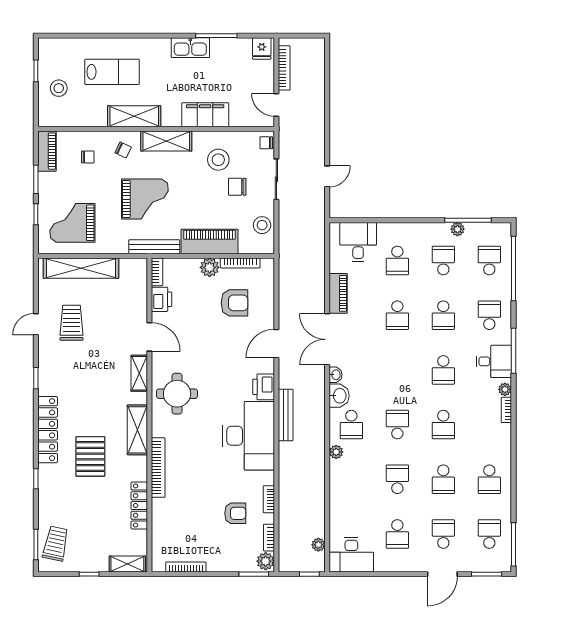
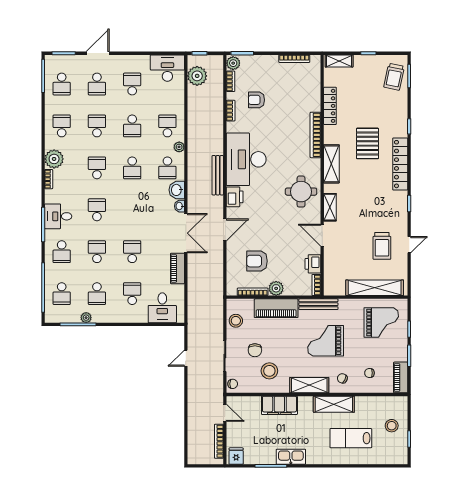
chair: (237, 187) -> (255, 350), turned 90
plant: (505, 389) -> (54, 159), moved, width x1.88, depth x1.88
school desk: (351, 425) -> (167, 168), turned 180
school desk: (351, 479) -> (167, 126), added
plant: (318, 545) -> (197, 76), width x1.87, depth x1.87

